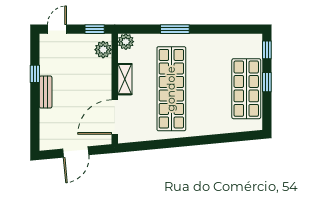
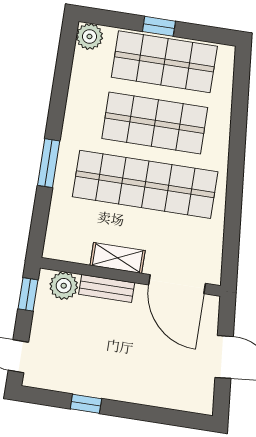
plant: (126, 42) -> (89, 36), moved
window: (267, 50) -> (106, 18), removed
shop shelf: (209, 89) -> (155, 123), added
bench: (46, 92) -> (107, 288), moved

